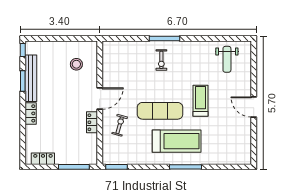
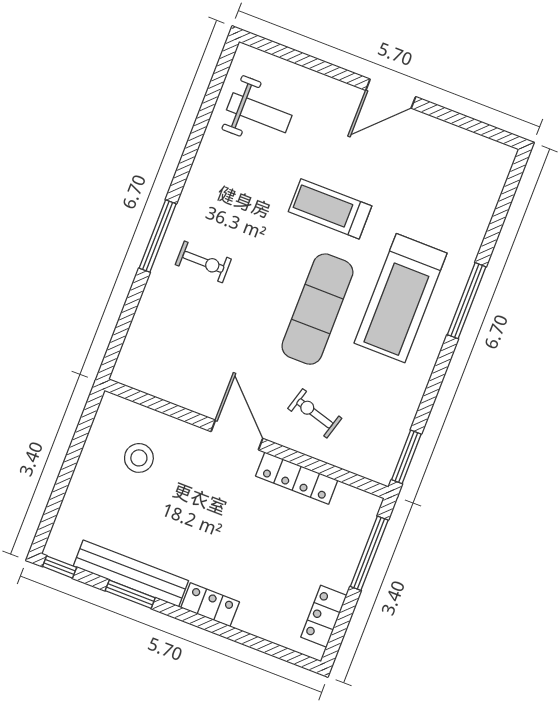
locker: (92, 122) -> (297, 478), width x1.53
treadmill: (177, 141) -> (401, 298), turned 180

